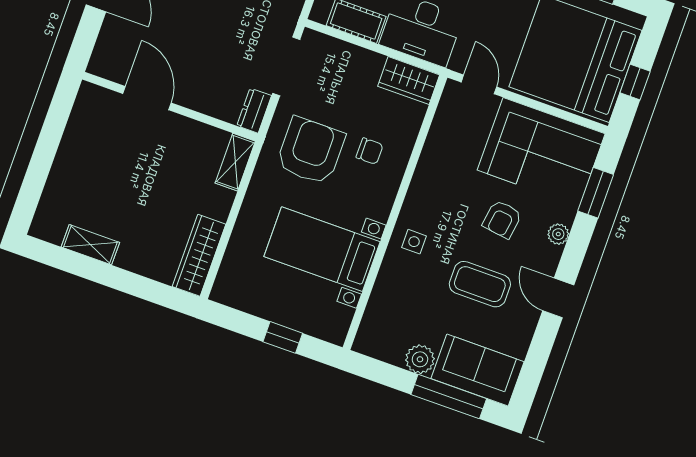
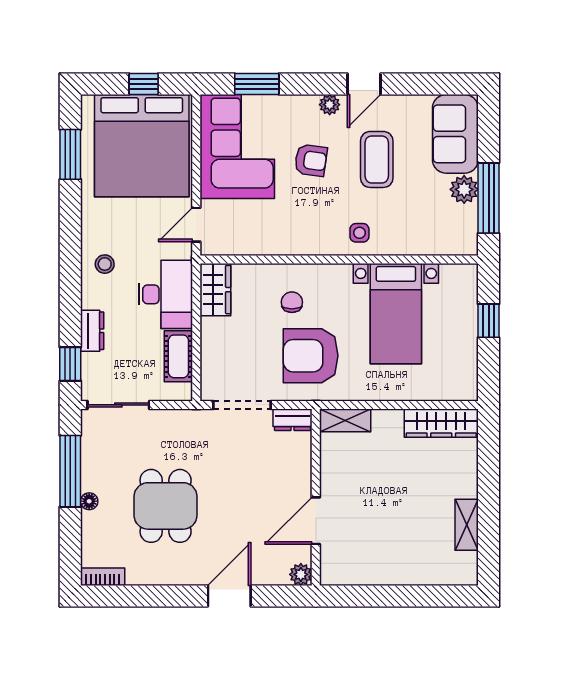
plant: (100, 65) -> (301, 574), added
plant: (558, 234) -> (330, 105), moved
window: (449, 397) -> (489, 198), moved

